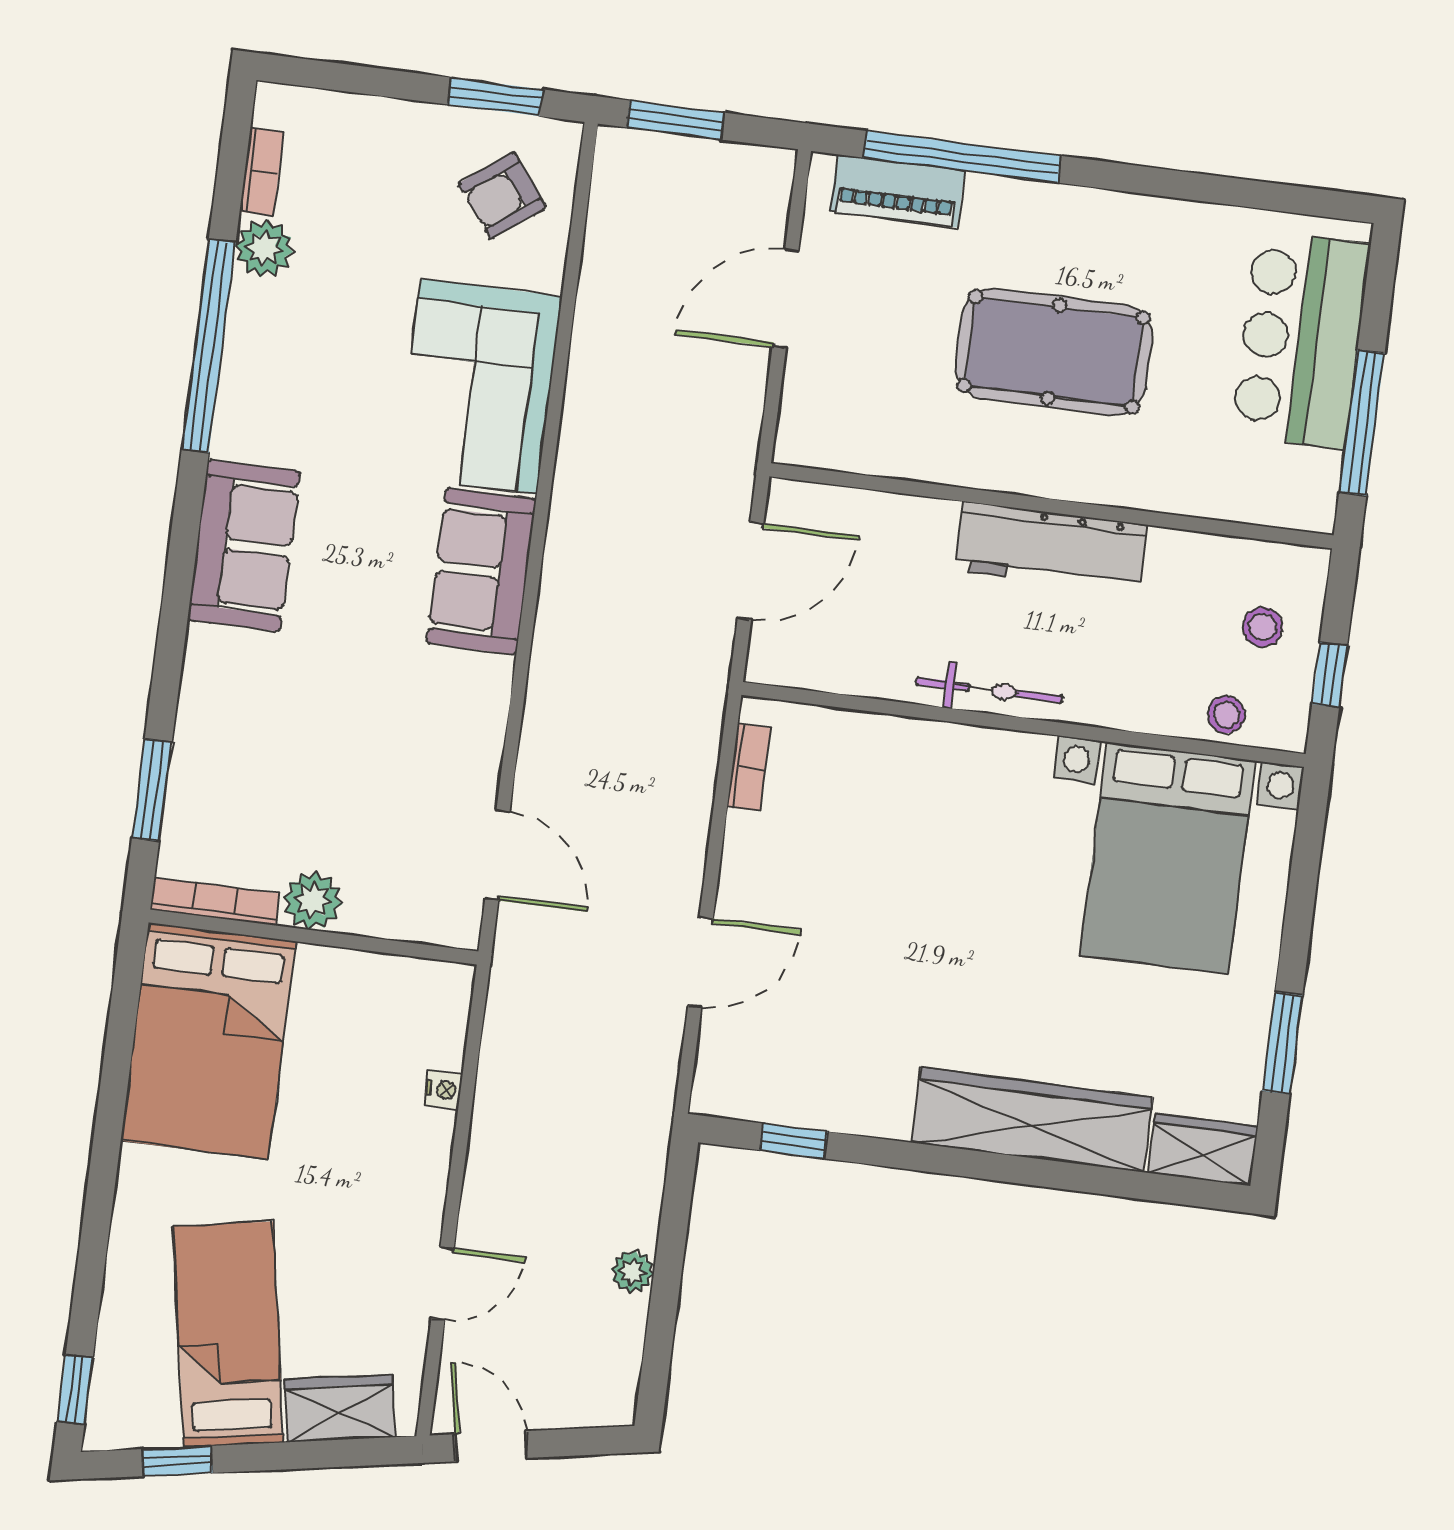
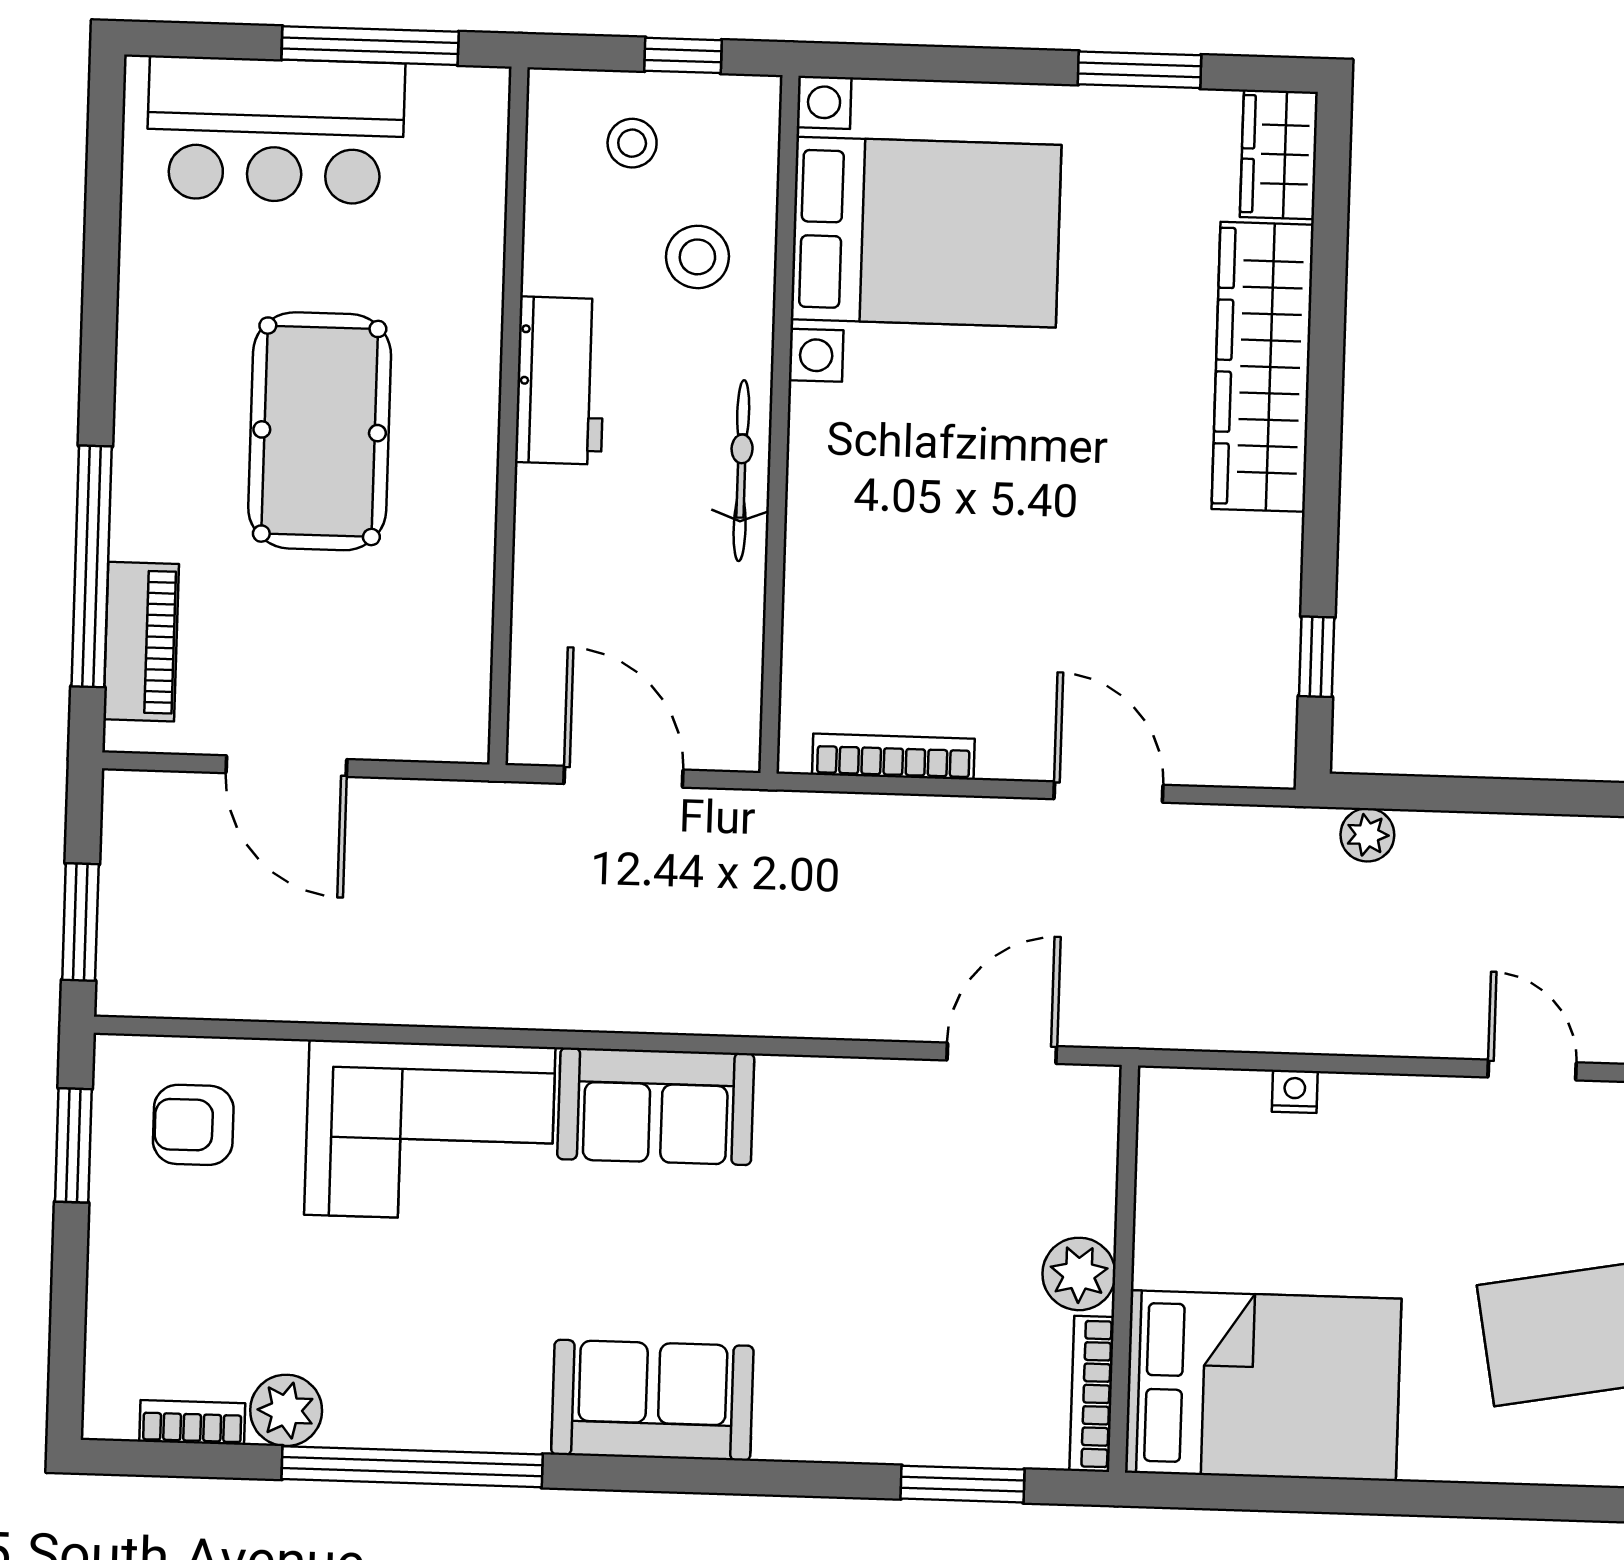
armchair: (502, 196) -> (193, 1125), turned 127
workbench: (1051, 547) -> (560, 381), width x0.73
stool: (1226, 715) -> (697, 257), moved, width x1.37, depth x1.37
bookcase: (749, 767) -> (893, 757), width x1.56
plant: (632, 1272) -> (1367, 835), moved

